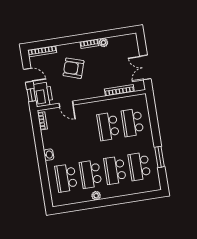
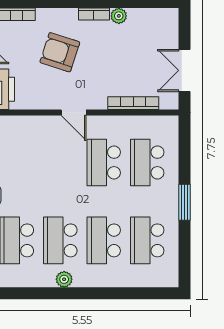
door: (66, 104) -> (74, 112), moved
window: (160, 157) -> (185, 202), moved

